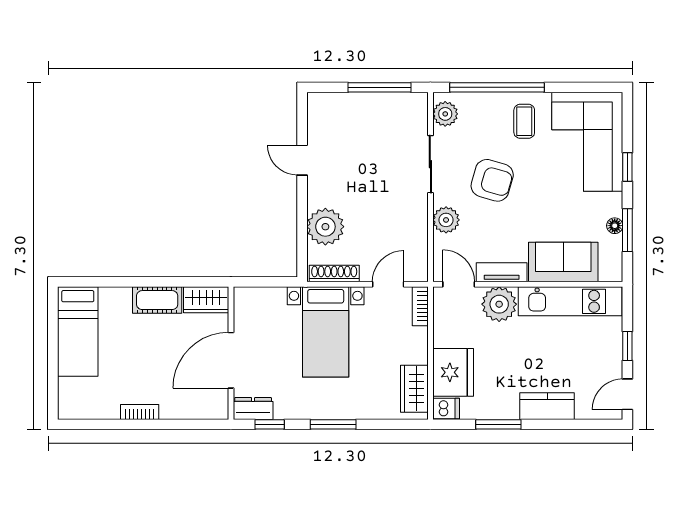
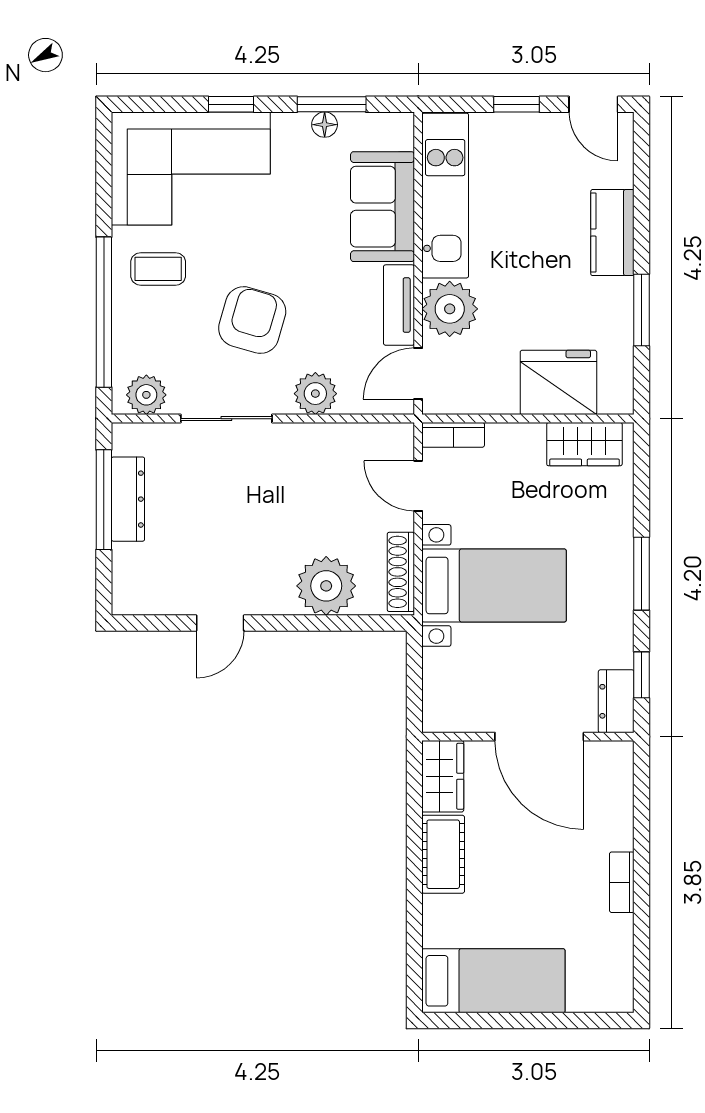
dresser: (380, 102) -> (128, 499), added
dishwasher: (446, 409) -> (616, 393), removed

